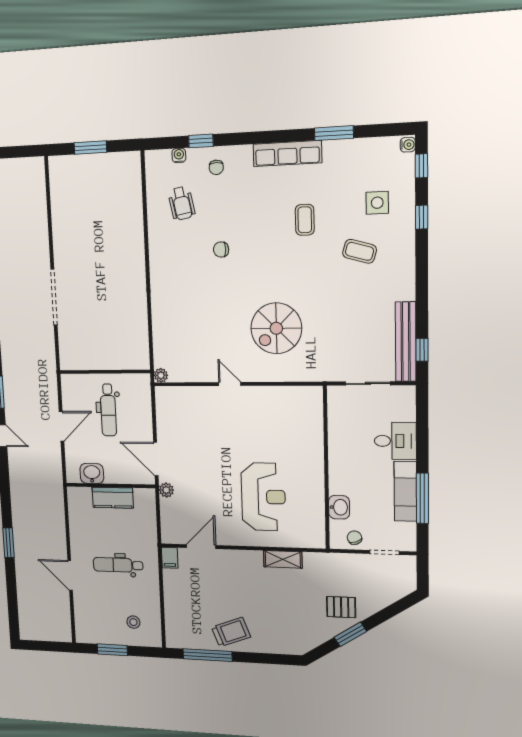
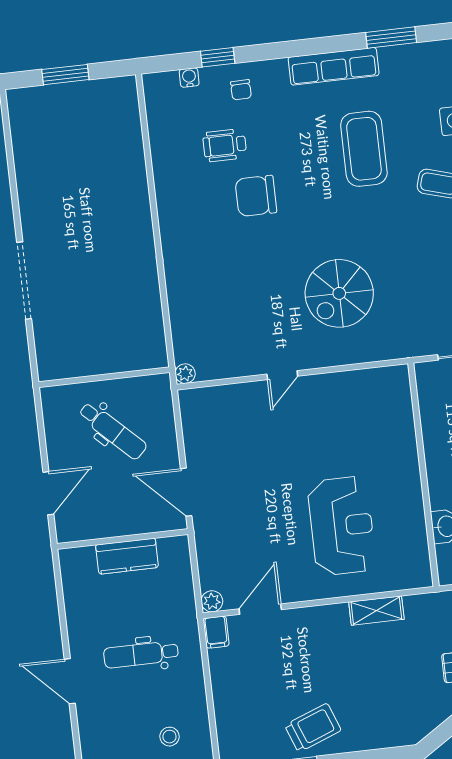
wheelchair: (182, 203) -> (225, 145), moved, turned 101
coffee table: (305, 220) -> (364, 149), width x1.86, depth x1.72
chair: (221, 250) -> (256, 196), width x1.87, depth x1.87
door: (230, 384) -> (282, 375), swing flipped
dental chair: (108, 410) -> (113, 431), turned -46
door: (62, 426) -> (48, 493), moved
washbasin: (92, 474) -> (94, 525), removed
plant: (166, 490) -> (212, 601), moved

